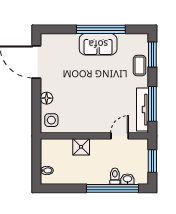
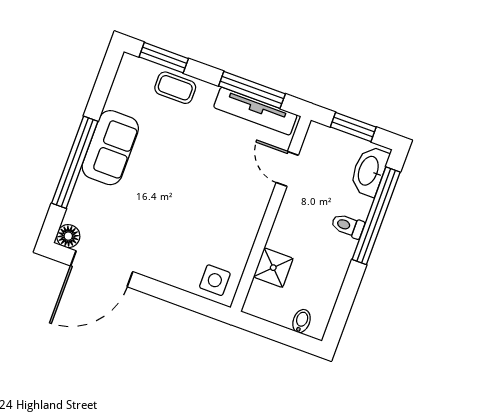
window: (101, 29) -> (75, 162), moved
floor lamp: (47, 98) -> (68, 236), moved
shower: (81, 147) -> (273, 268), moved
toilet: (115, 176) -> (348, 226), moved
washbasin: (127, 179) -> (369, 171), width x1.91, depth x1.45

